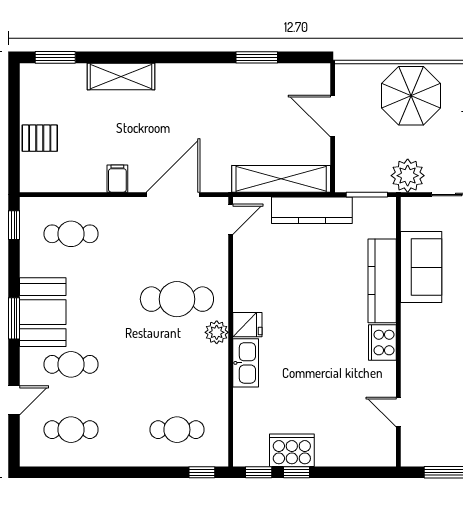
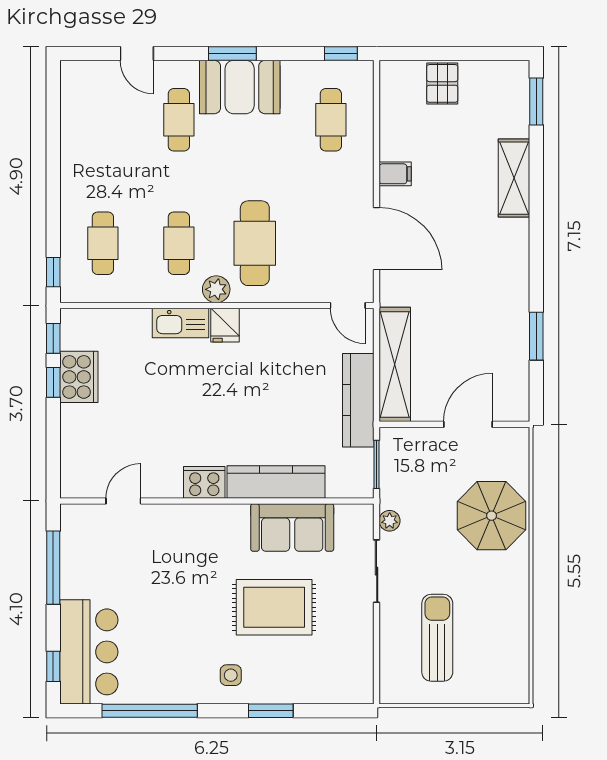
plant: (408, 176) -> (390, 521), width x0.53, depth x0.53
cafe table: (71, 430) -> (179, 243), moved

